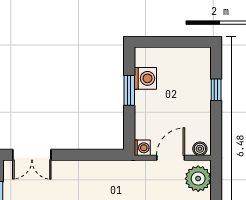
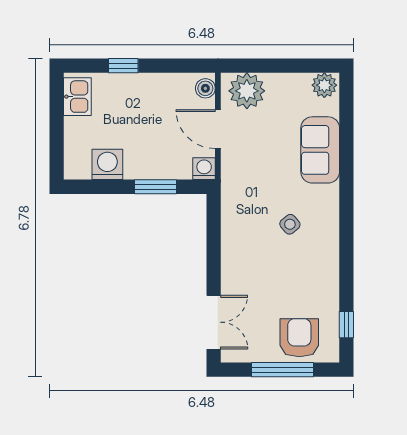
kitchen sink: (194, 57) -> (77, 97), added
window: (129, 90) -> (155, 187), moved

